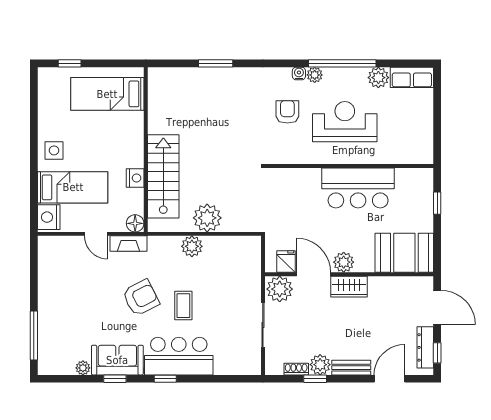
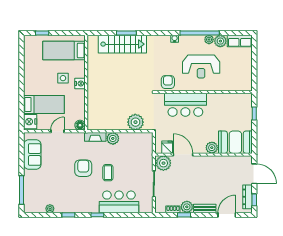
plant: (315, 75) -> (209, 40), moved
armchair: (287, 112) -> (168, 82), moved
reception desk: (345, 122) -> (201, 66), turned 180
side table: (54, 150) -> (63, 78), moved
stairs: (163, 176) -> (122, 44), moved, turned 90
nightstand: (135, 178) -> (80, 84), moved
bar counter: (358, 188) -> (185, 105), moved
plant: (207, 218) -> (135, 122), moved
door: (96, 234) -> (57, 131), swing flipped
fireplace: (128, 244) -> (95, 137), moved
plant: (344, 262) -> (212, 148), moved
wardrobe: (349, 287) -> (203, 162), removed
armchair: (141, 298) -> (83, 168), turned -63
bar counter: (179, 356) -> (119, 202), moved
sofa: (117, 360) -> (32, 155), moved, turned 90

